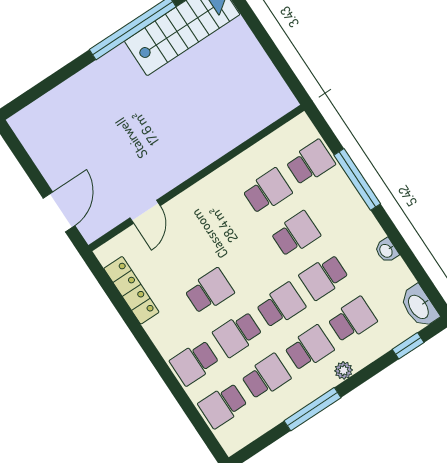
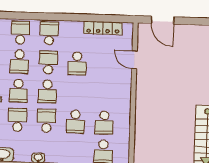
school desk: (352, 320) -> (18, 120), turned 180

